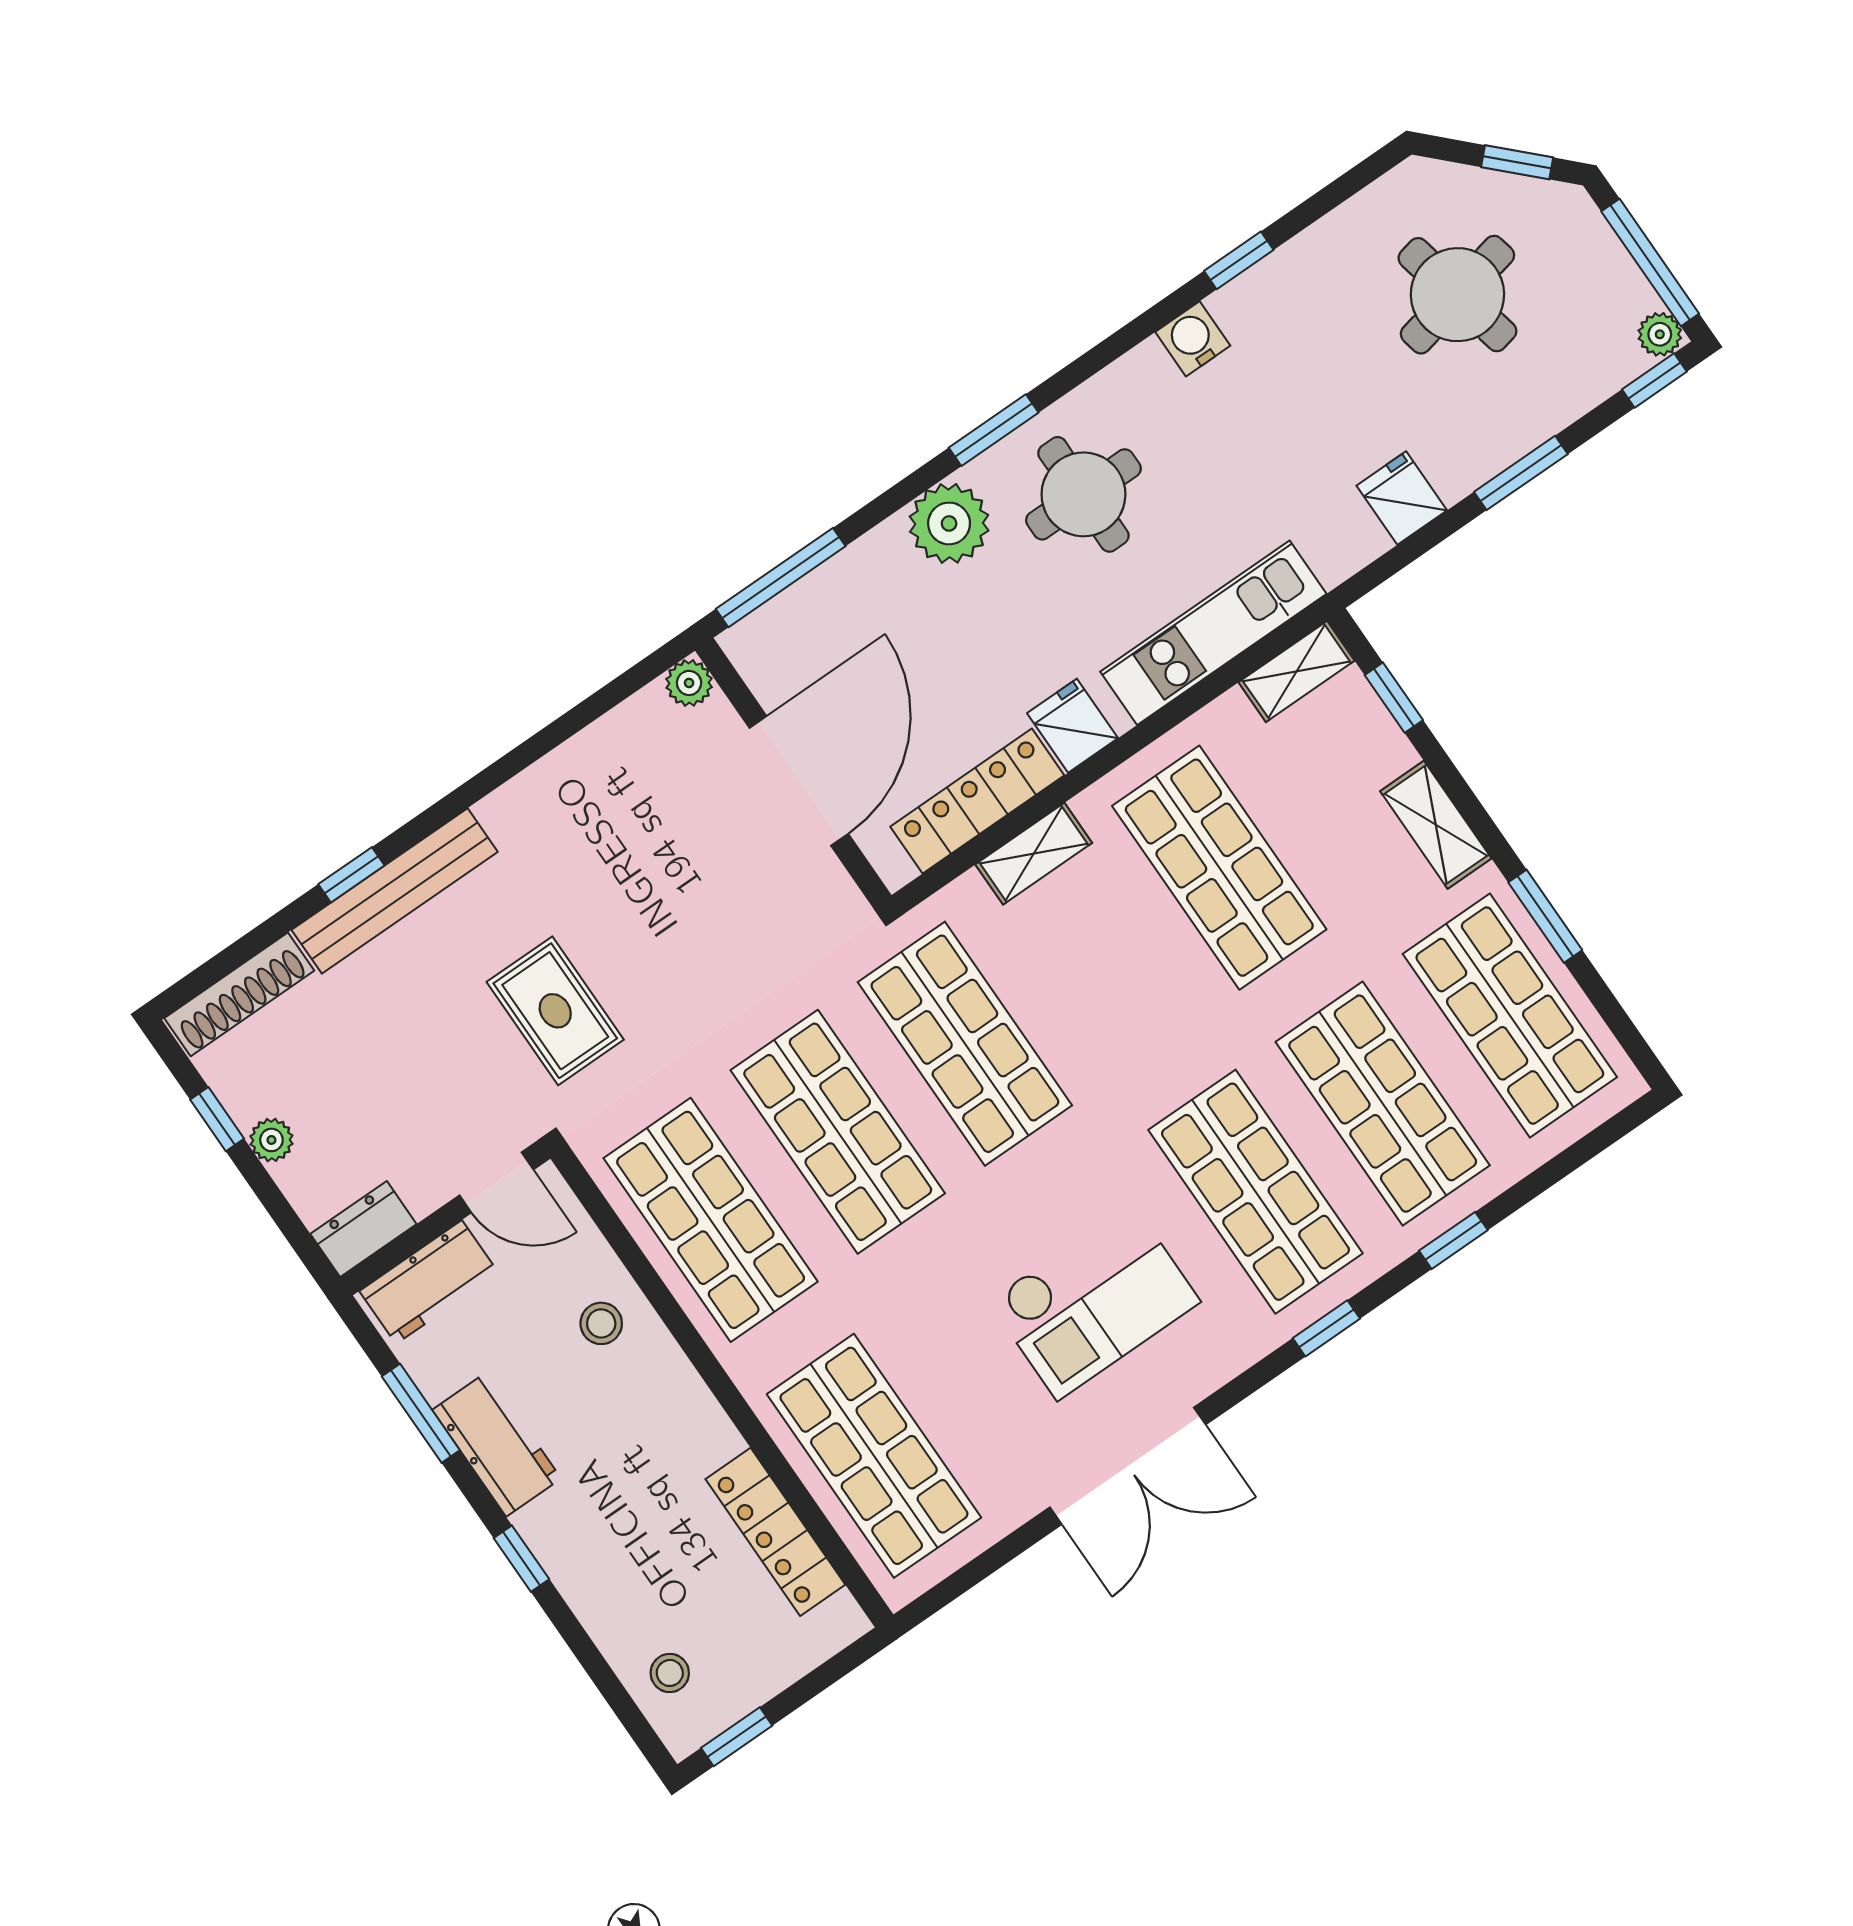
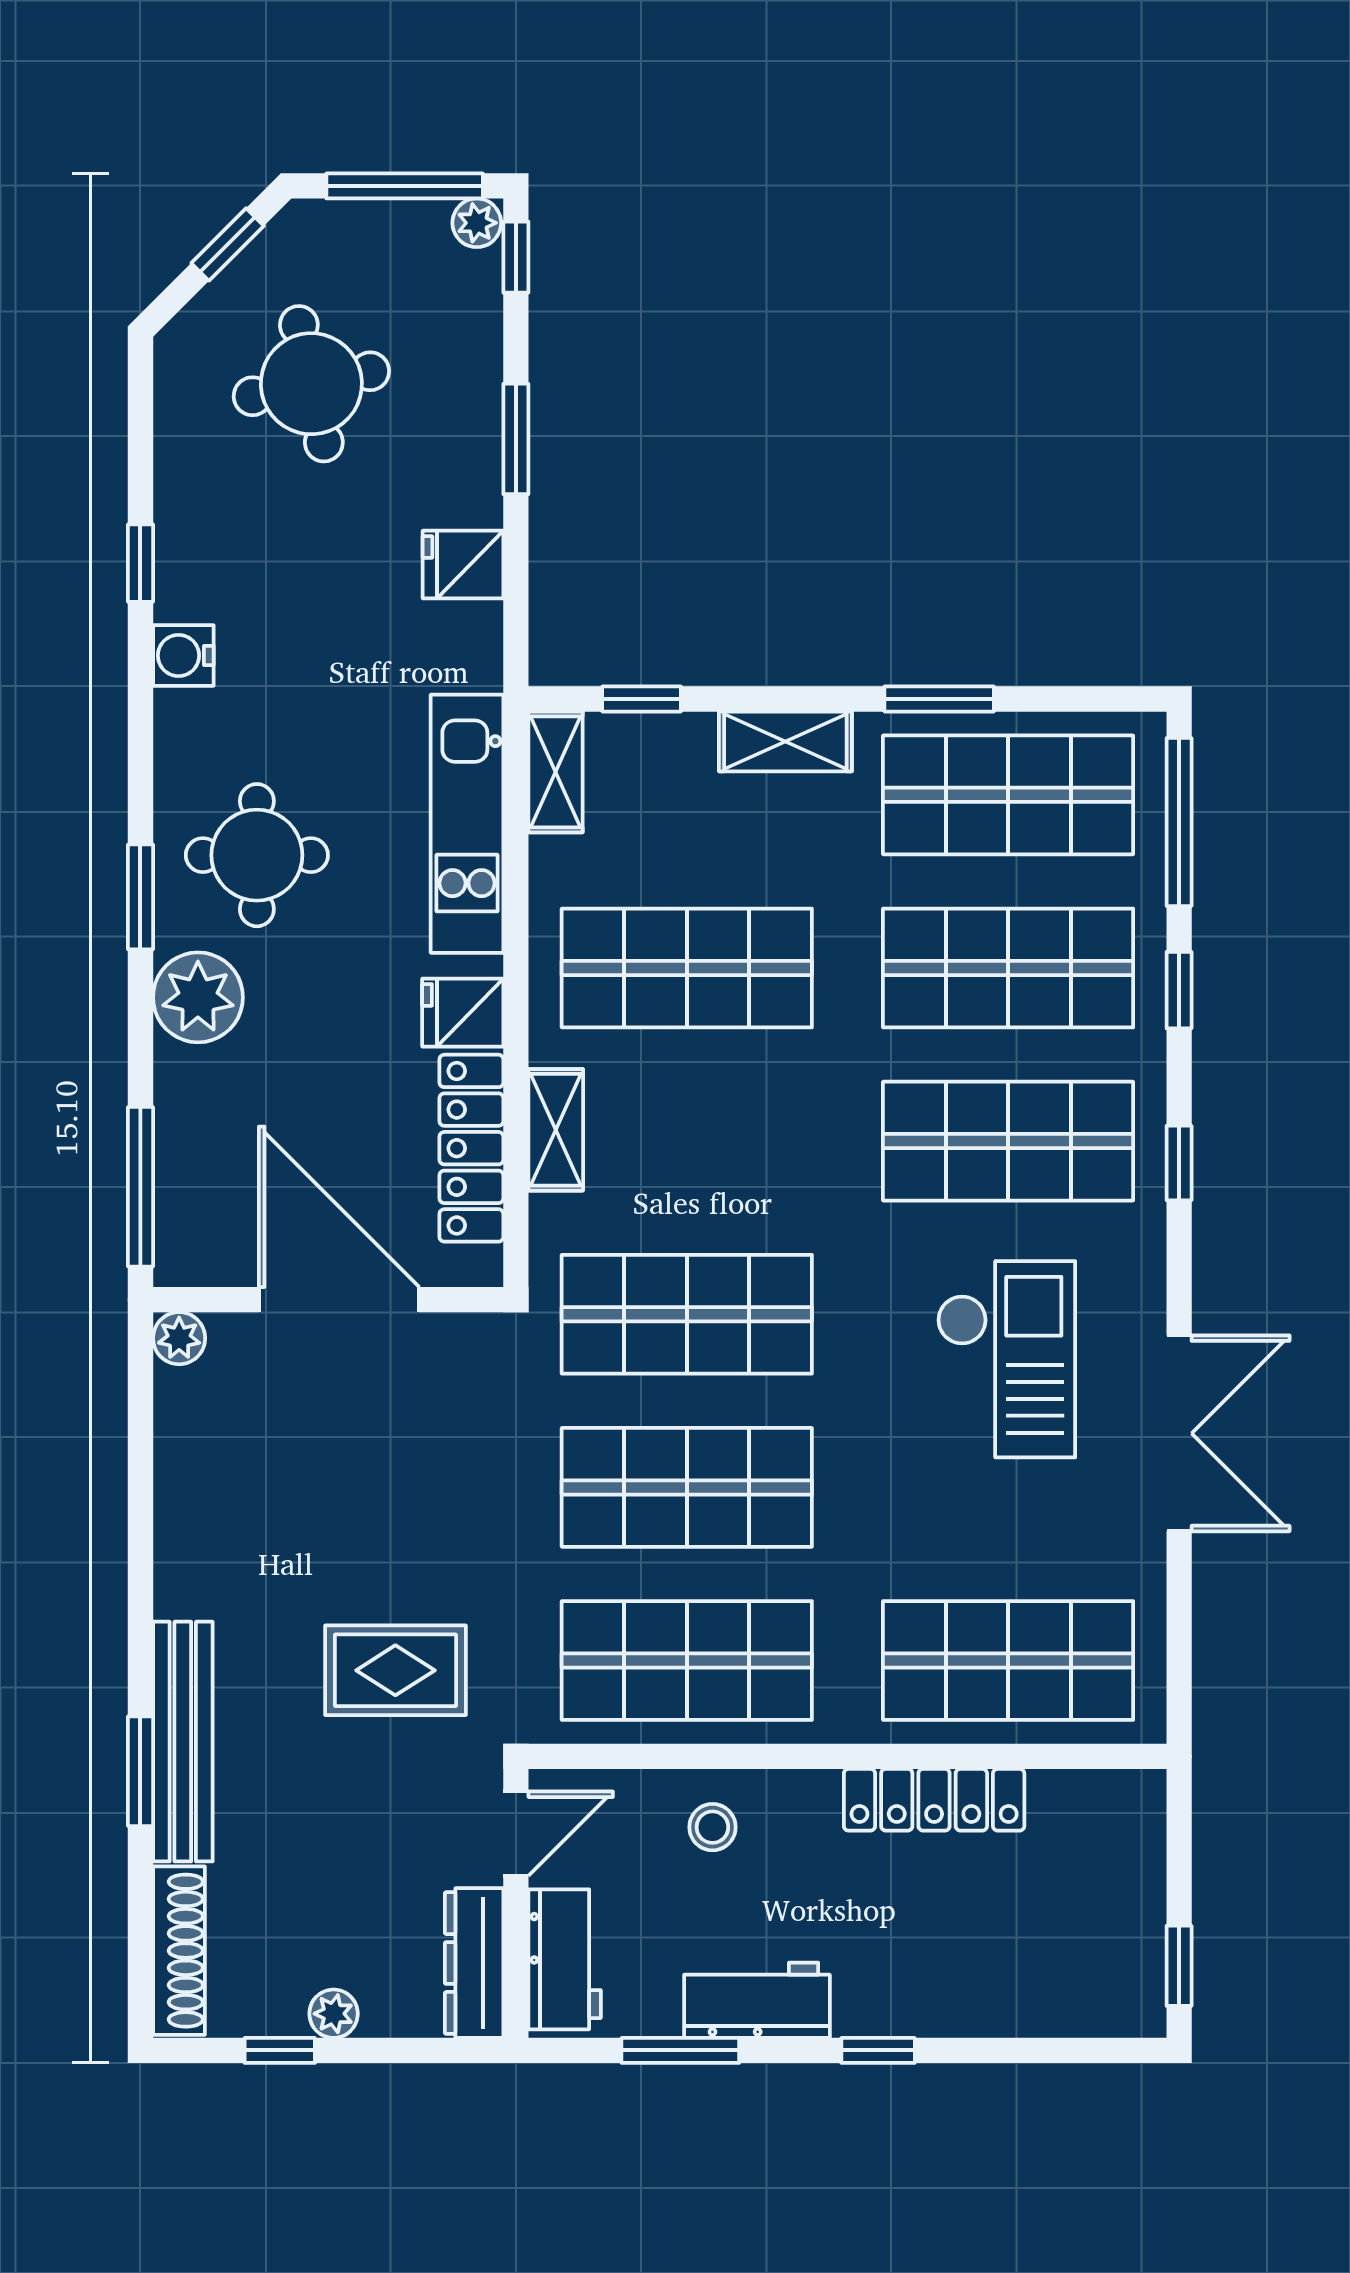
window: (351, 875) -> (140, 1771), width x1.50
window: (1577, 1155) -> (1179, 822), added
dresser: (363, 1229) -> (474, 1963), width x1.44
locker: (775, 1532) -> (934, 1800), moved
stool: (670, 1673) -> (1078, 1987), removed

